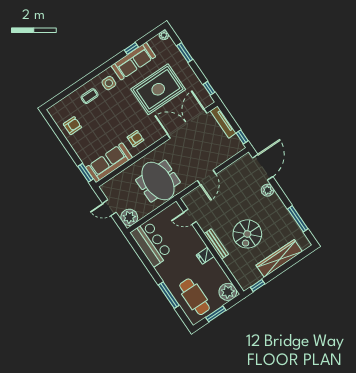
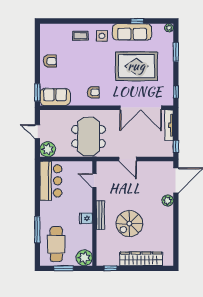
double door: (187, 124) -> (141, 108), swing flipped
armchair: (72, 126) -> (50, 61), moved
sofa: (109, 163) -> (55, 97), width x0.73
door: (207, 177) -> (128, 159), hinge flipped
window: (298, 219) -> (176, 238), removed

